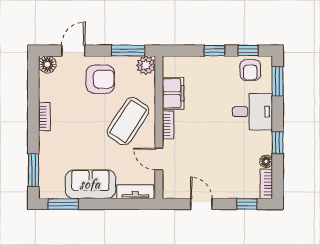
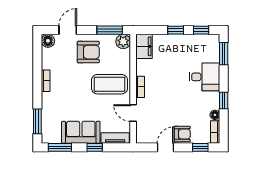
armchair: (250, 70) -> (182, 134), moved, turned -90
filing cabinet: (173, 93) -> (144, 46), moved
coffee table: (128, 121) -> (110, 84), turned 57
window: (108, 204) -> (95, 147), added
door: (201, 204) -> (166, 147), hinge flipped

